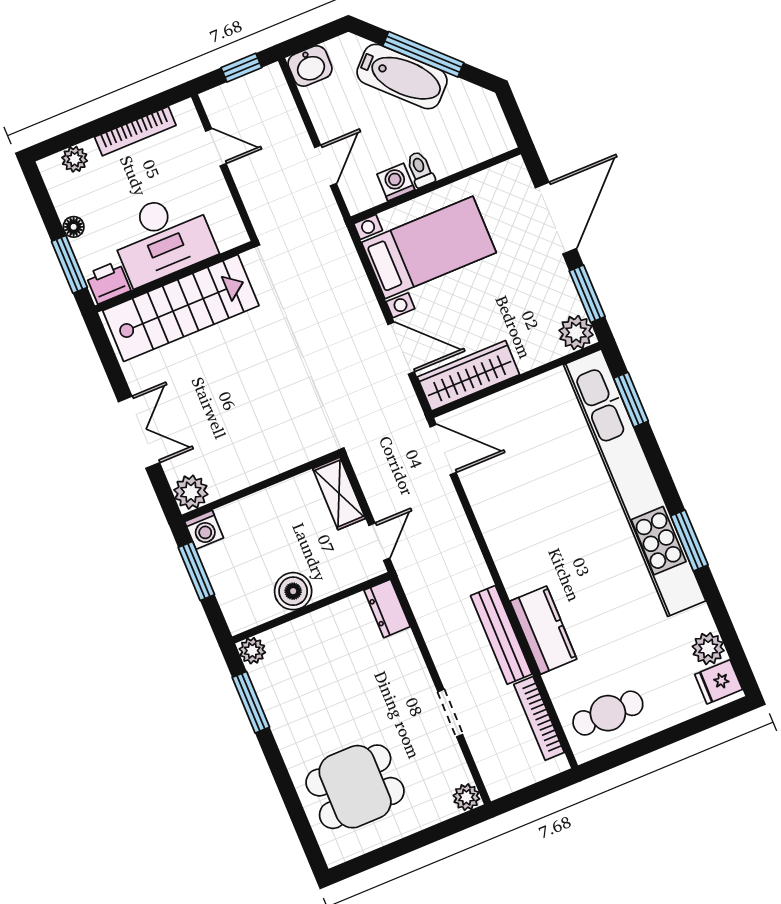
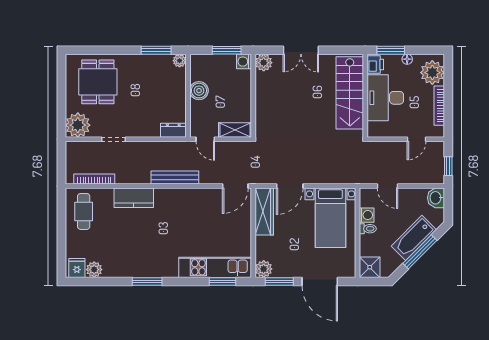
shower: (491, 136) -> (370, 267), added
plant: (75, 159) -> (432, 73), width x1.87, depth x1.87
kitchen unit: (635, 483) -> (215, 267), width x0.54
bench: (501, 635) -> (175, 178), moved
plant: (466, 797) -> (78, 125), width x1.88, depth x1.88

